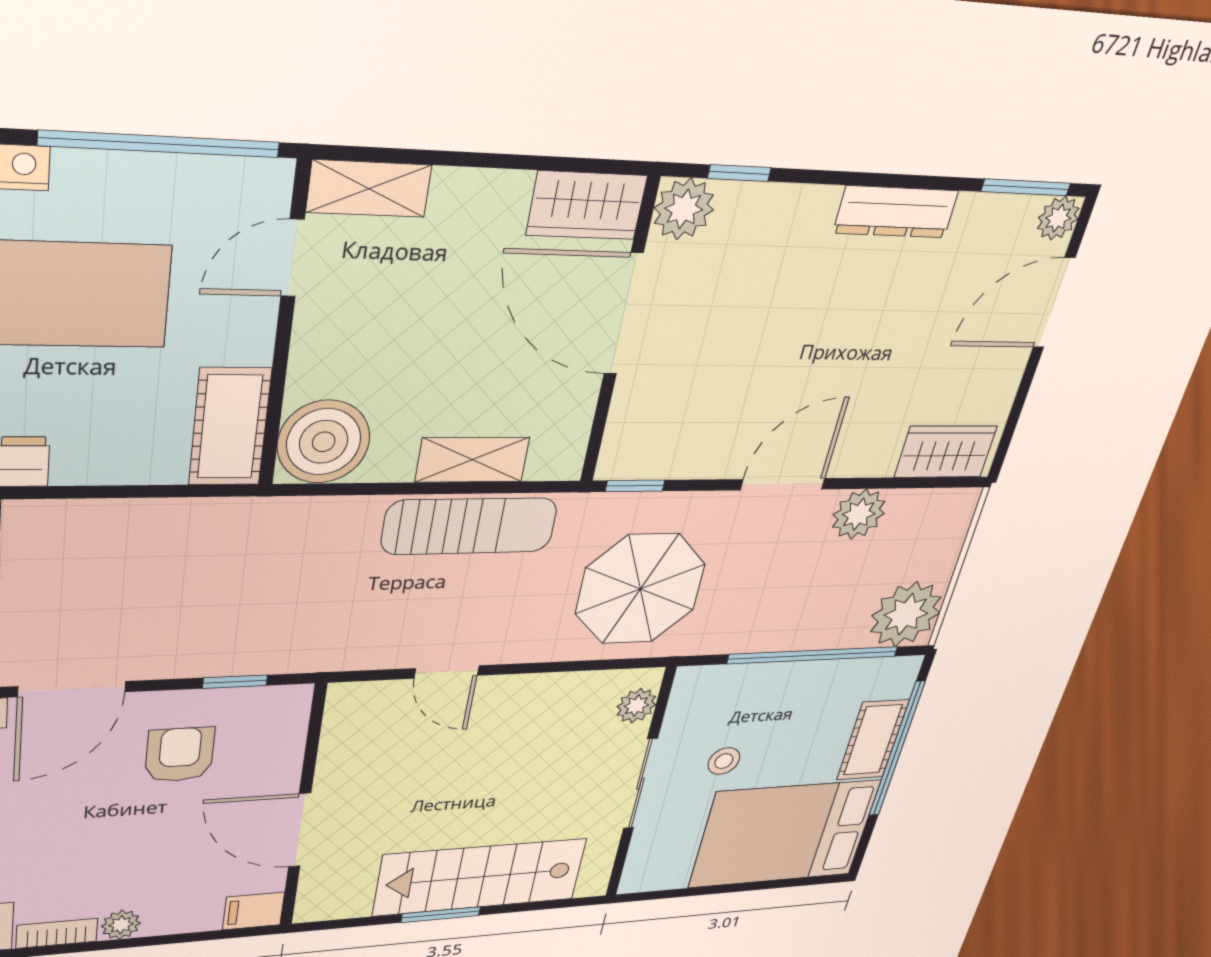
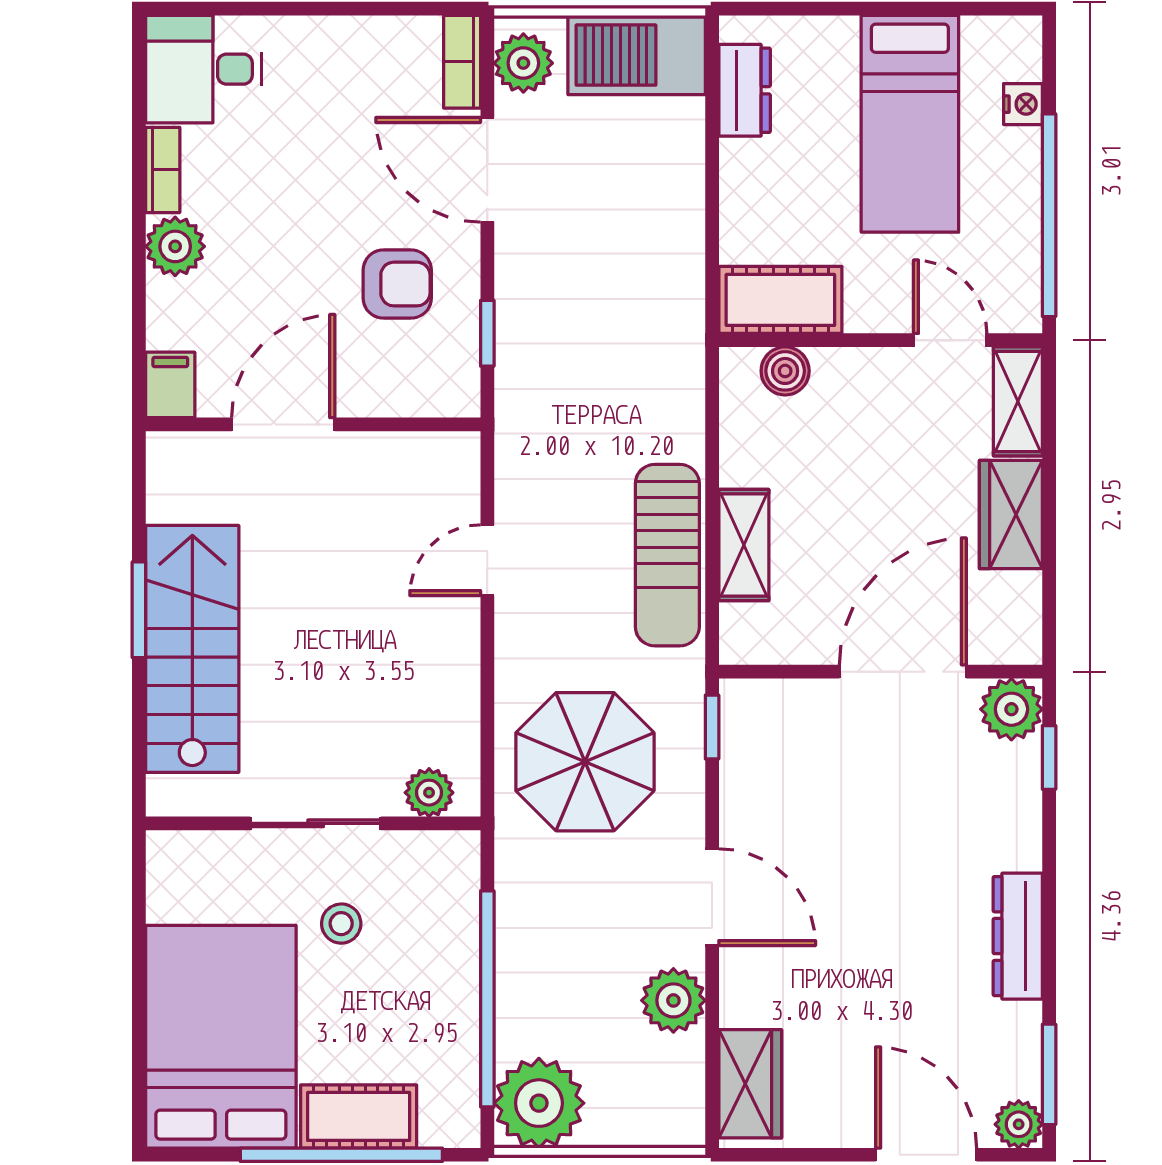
wardrobe: (587, 205) -> (1011, 515), moved
boiler: (324, 442) -> (785, 371), width x0.54, depth x0.54
plant: (121, 925) -> (175, 246), width x1.38, depth x1.38

